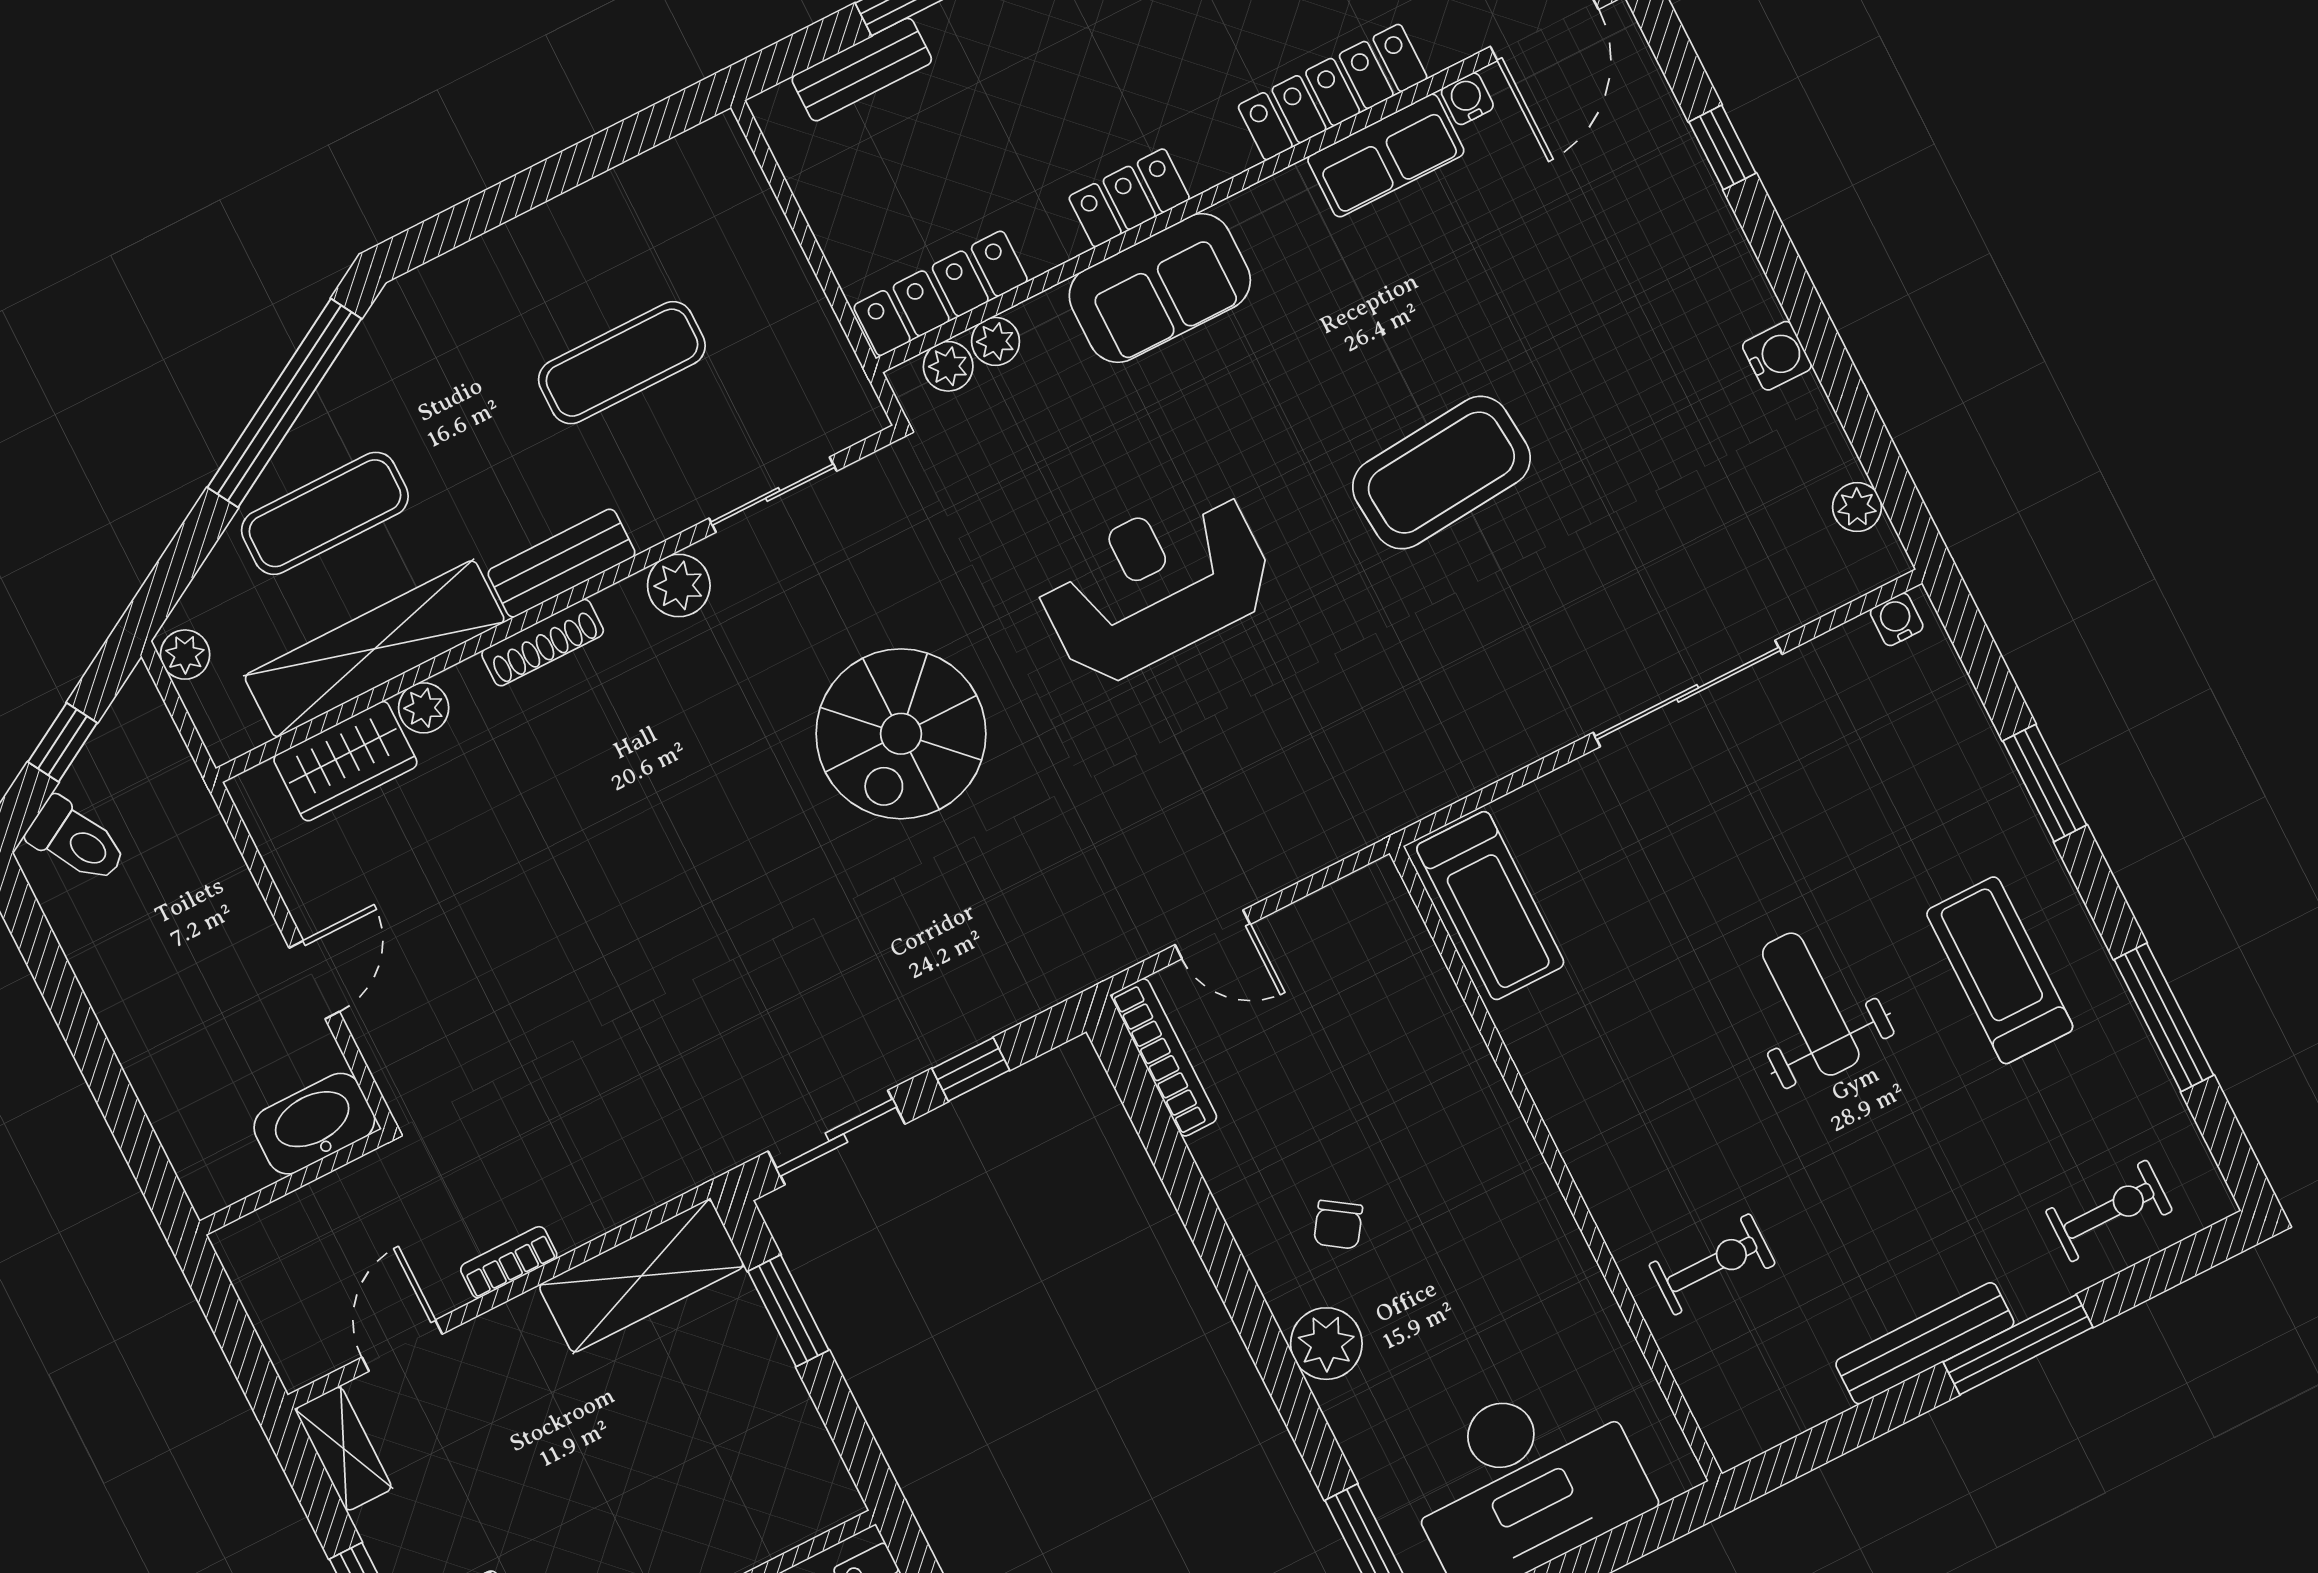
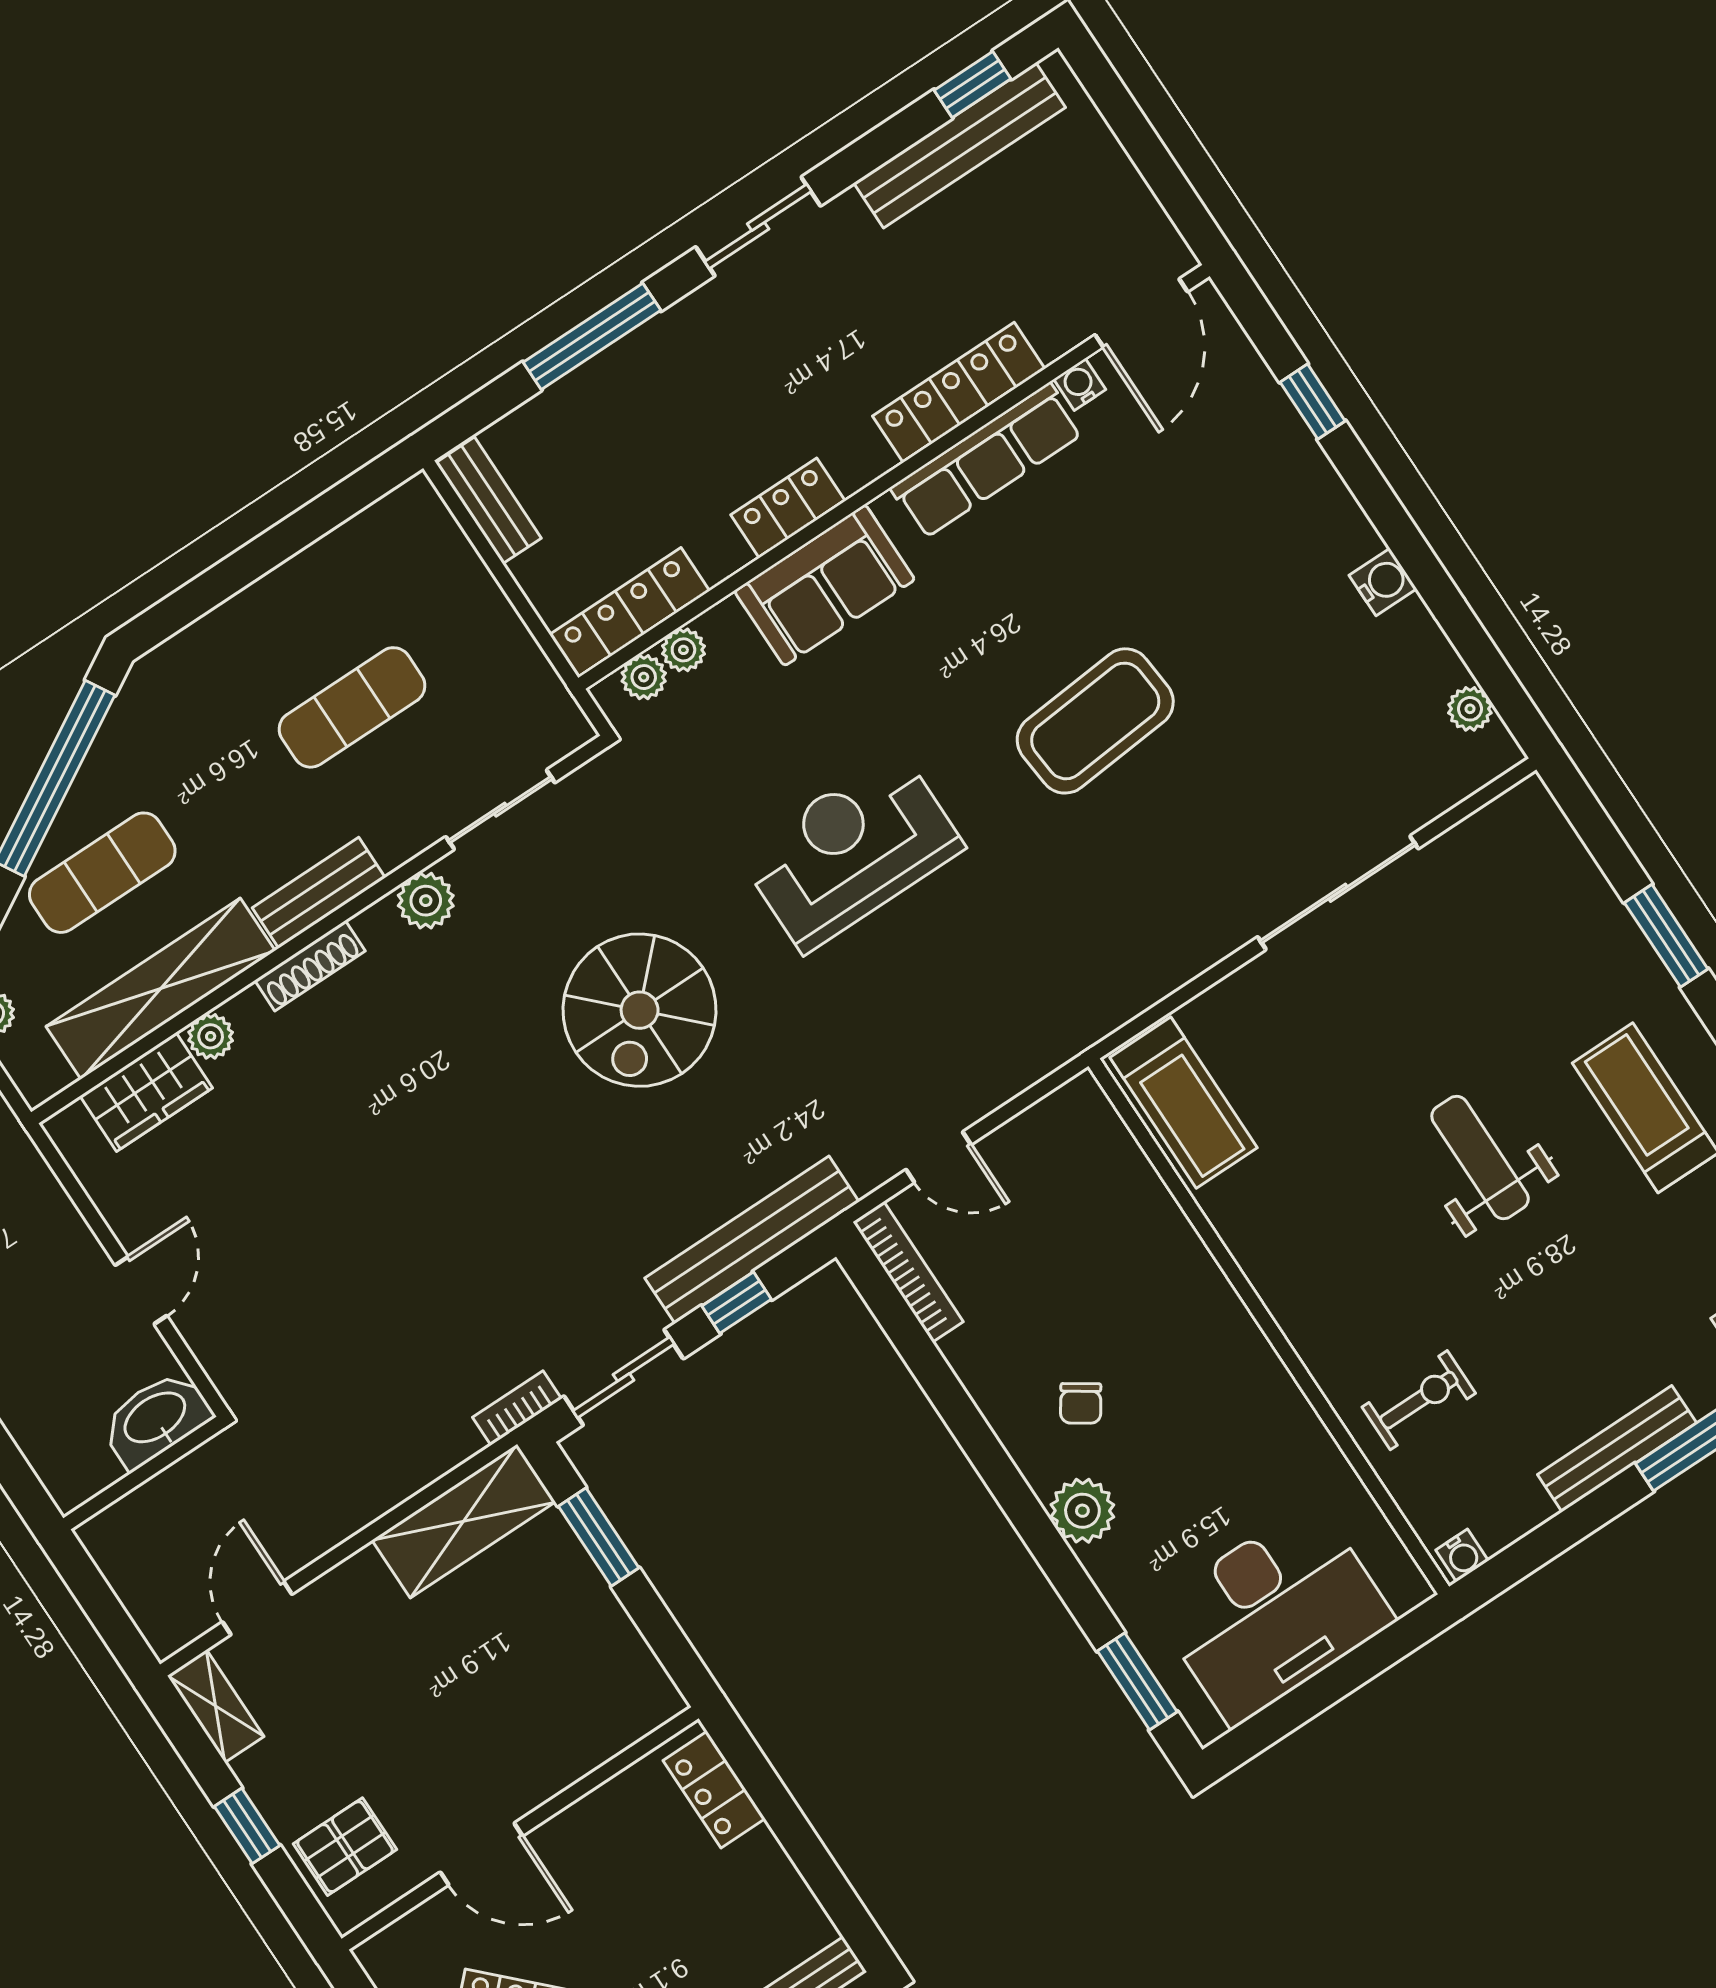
bench: (862, 70) -> (488, 500), moved, turned 90
row of seats: (1386, 155) -> (987, 461), width x1.48
water cooler: (1897, 619) -> (1462, 1555), moved, turned 180
bench: (996, 1002) -> (752, 1240), added
bookcase: (509, 1262) -> (517, 1408), moved

